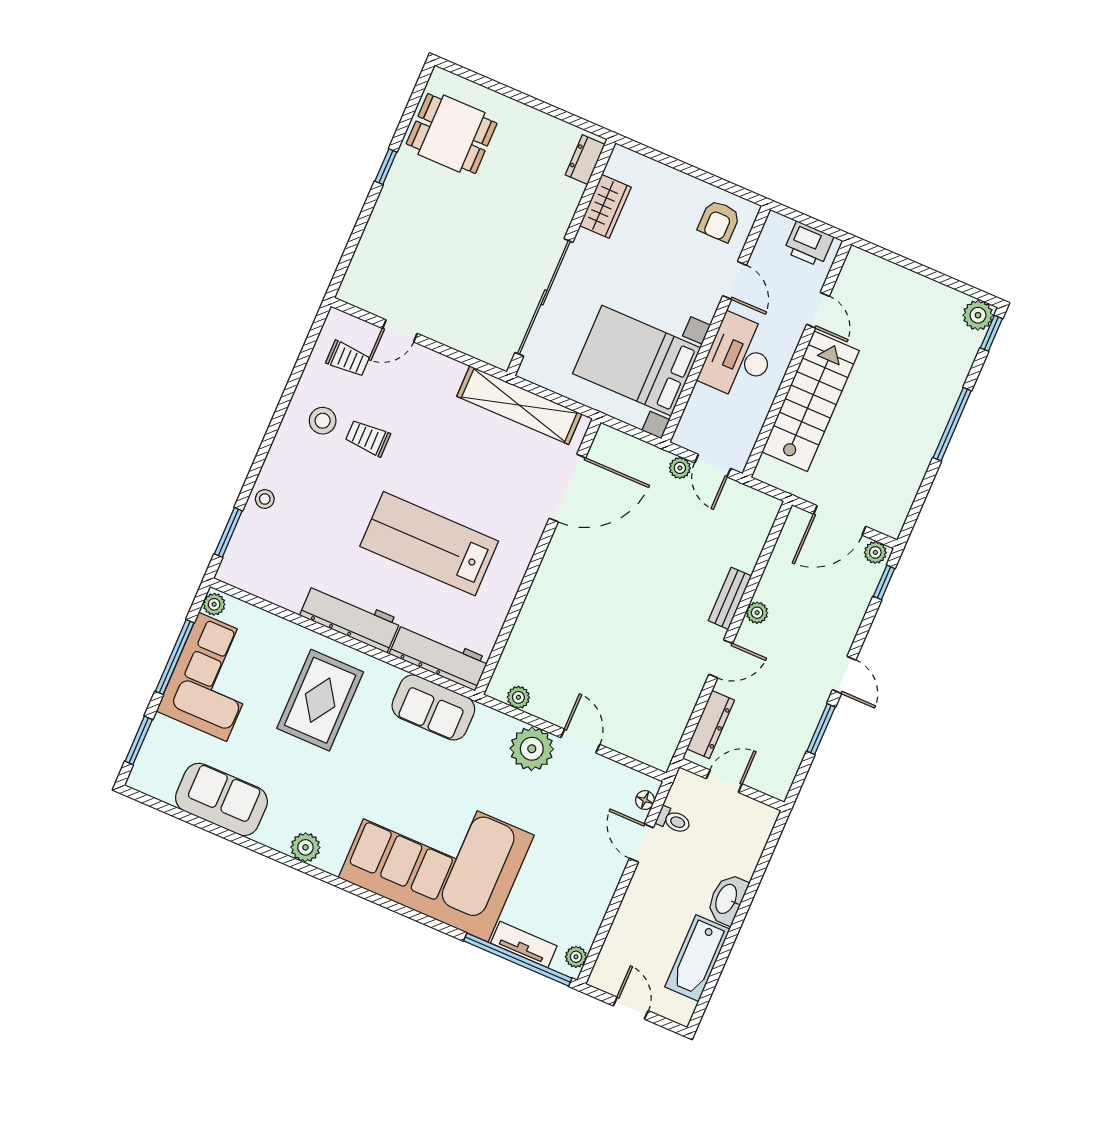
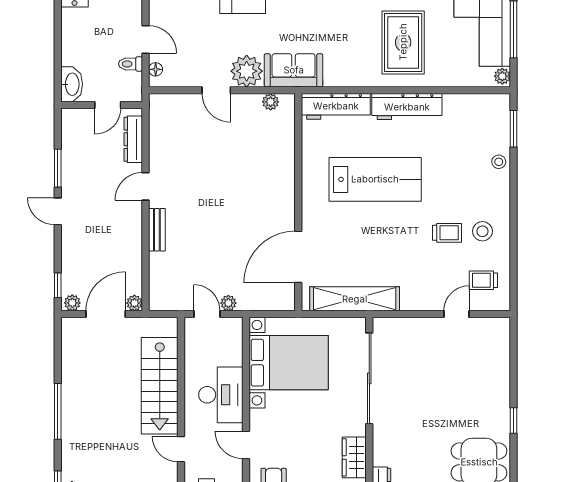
plant: (757, 613) -> (134, 303), moved
sofa: (433, 707) -> (294, 70), moved
washbasin: (727, 899) -> (72, 84), moved

